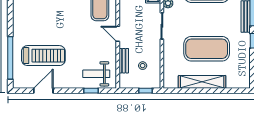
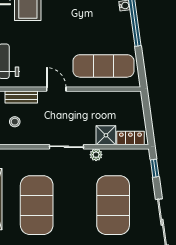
door: (118, 34) -> (56, 89), hinge flipped

